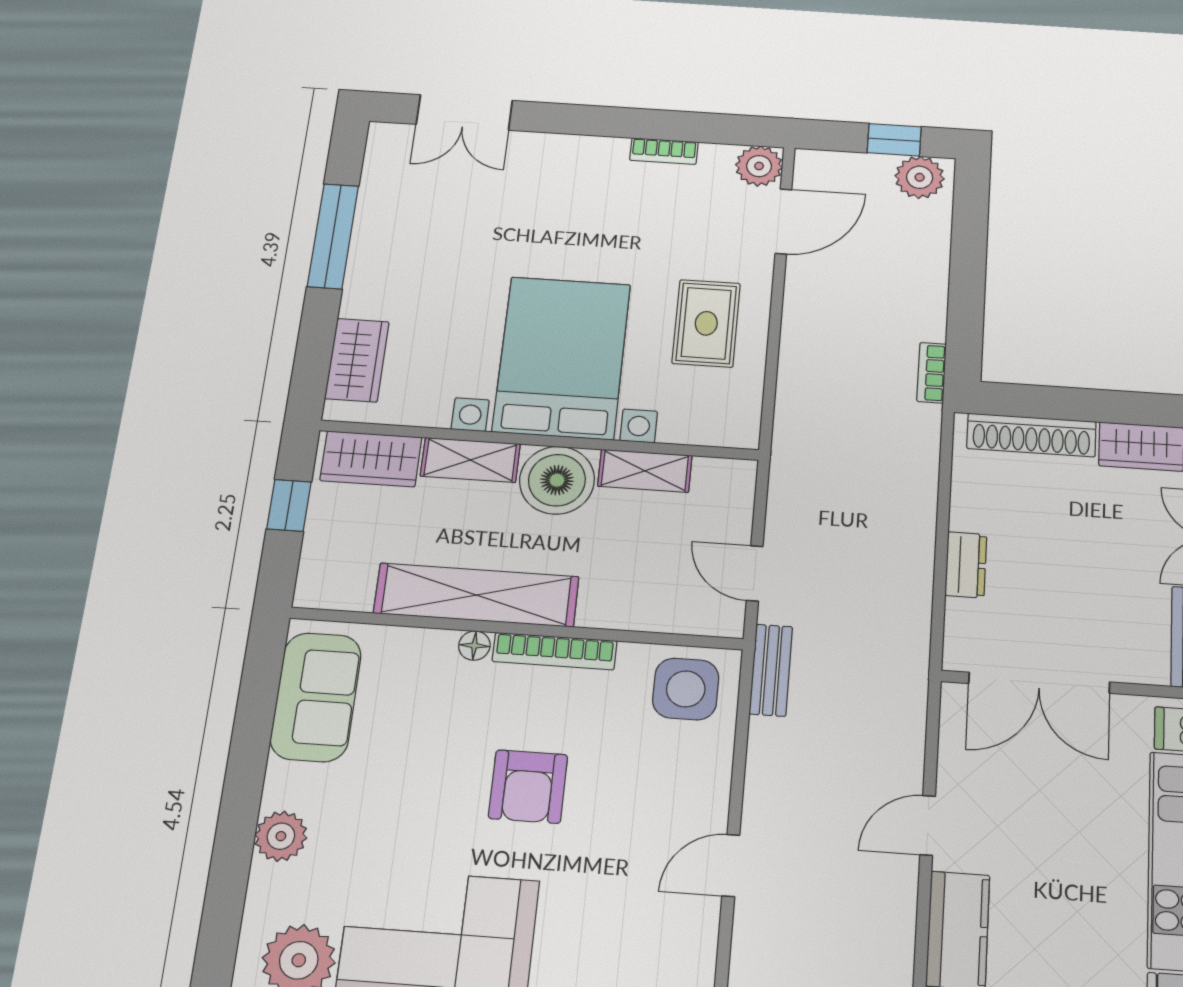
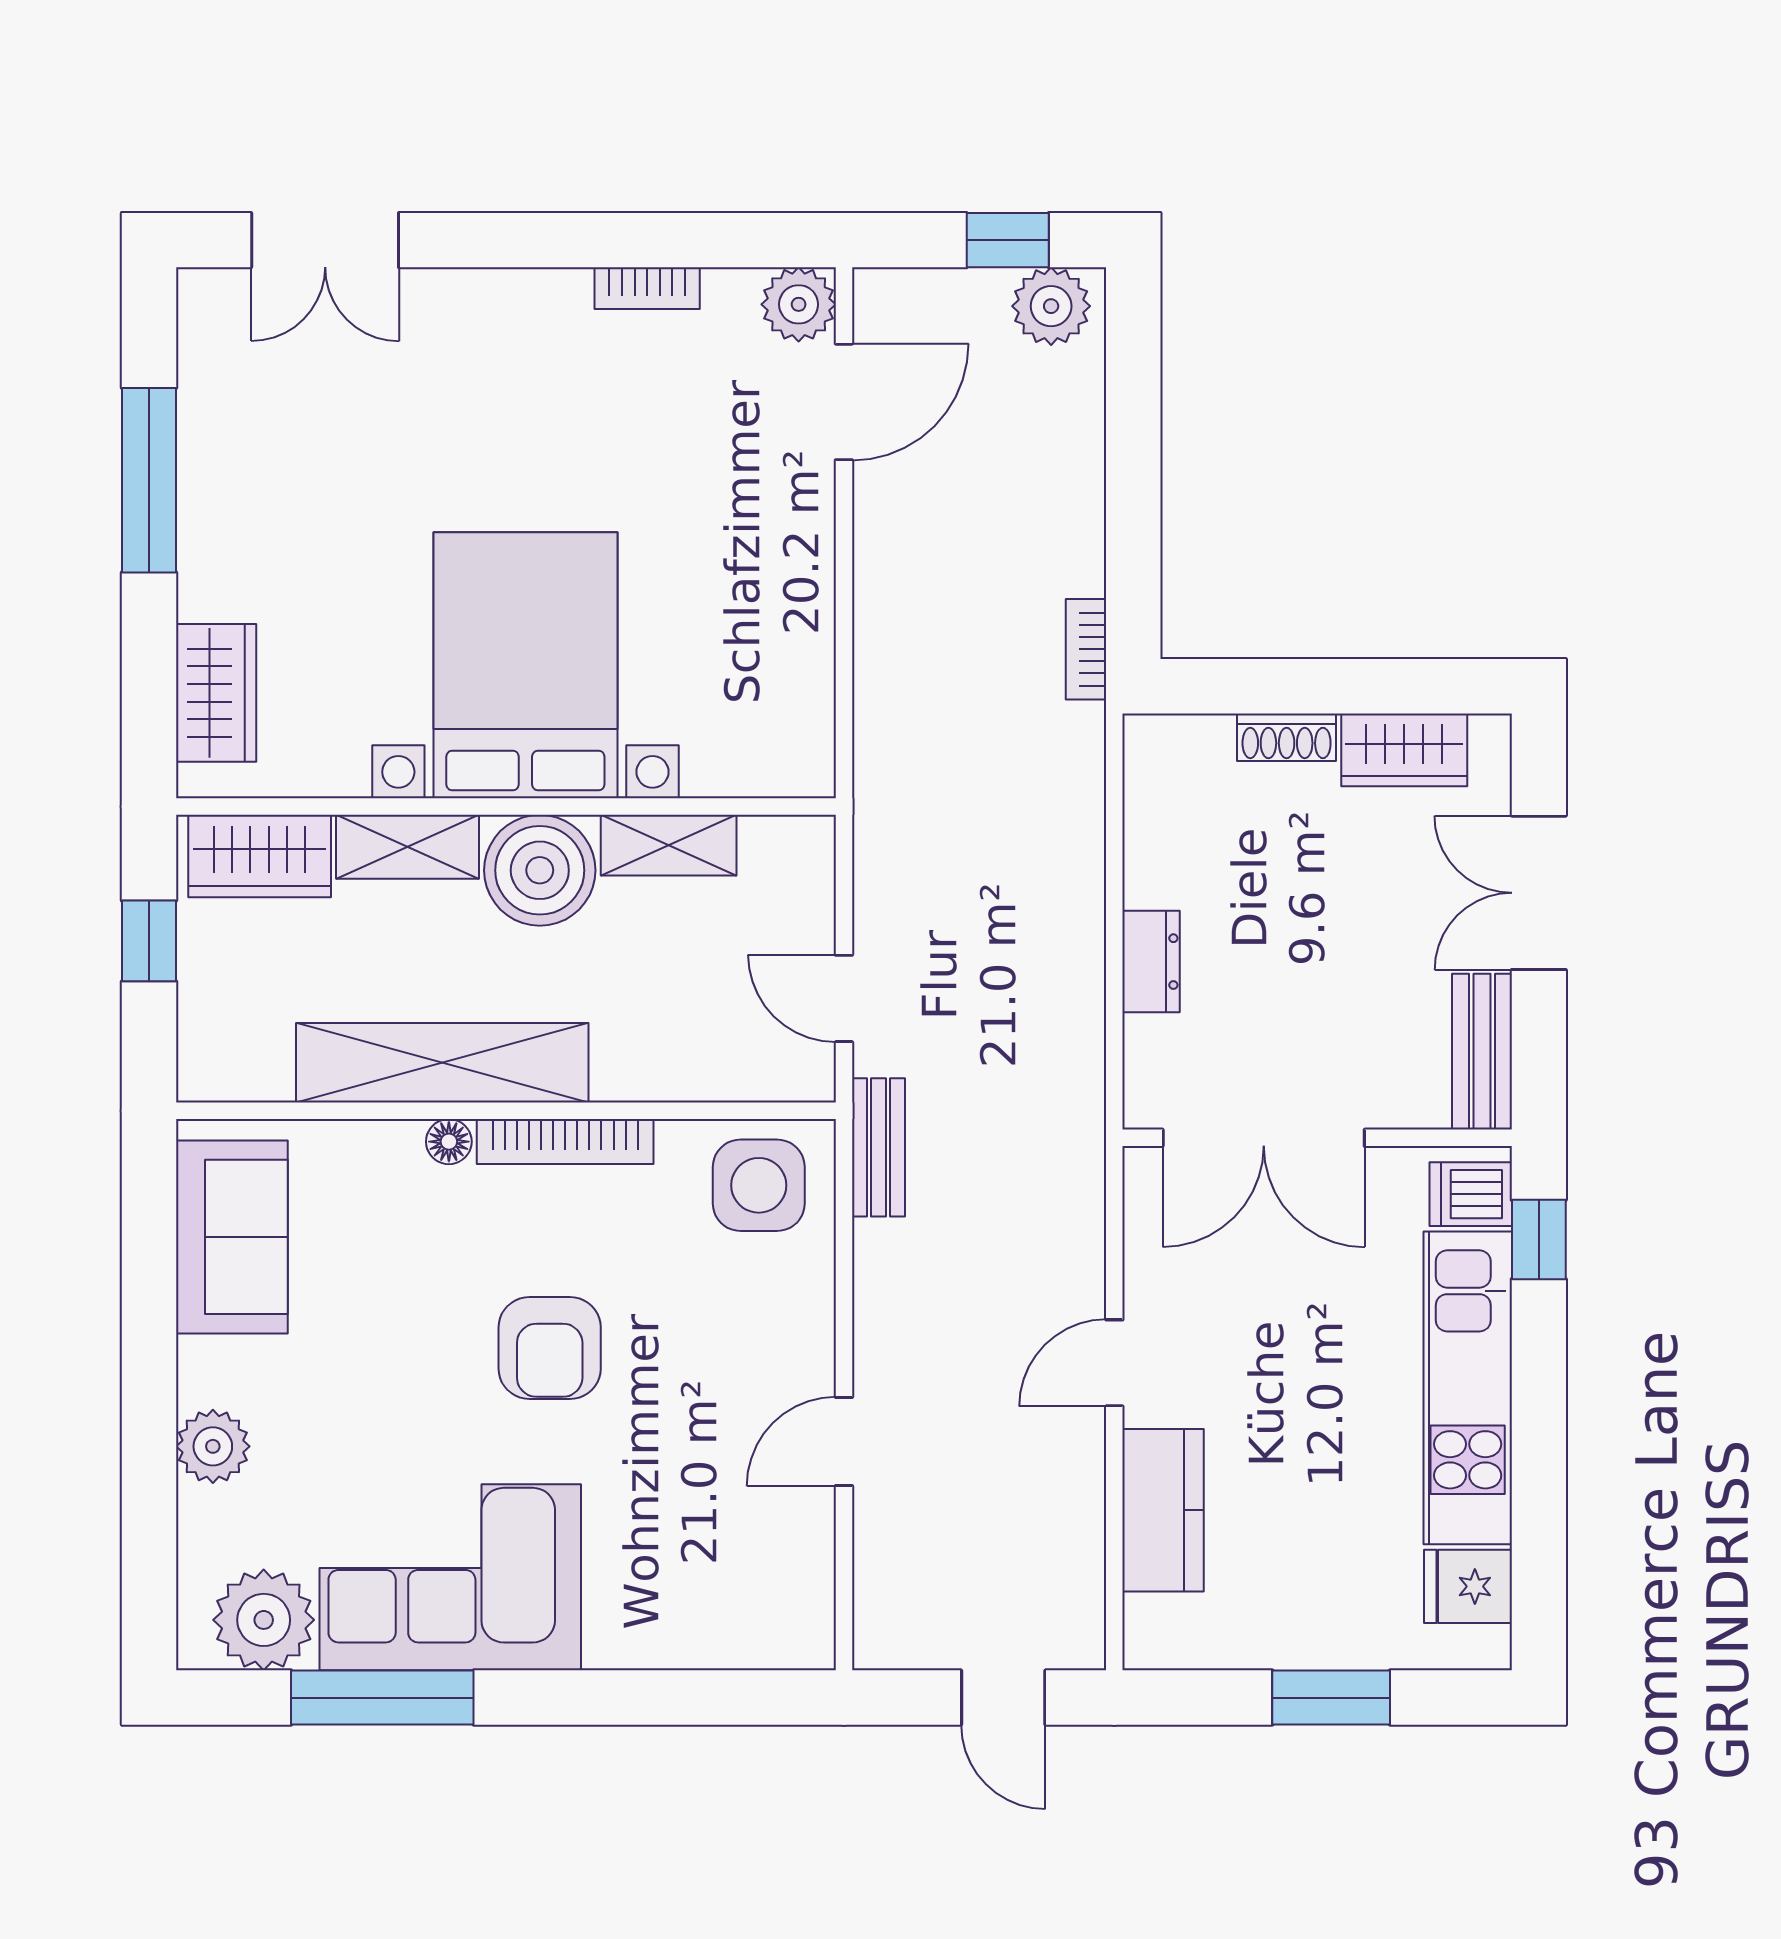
rug: (706, 323) -> (739, 590), removed
shoe rack: (1031, 435) -> (1287, 737), width x0.51, depth x0.81

